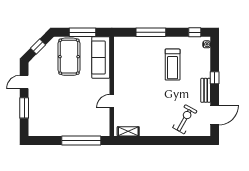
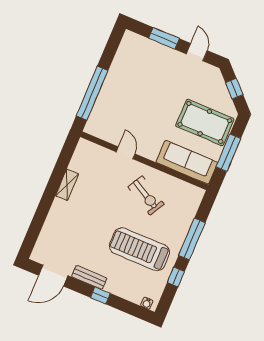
window: (195, 32) -> (176, 277), moved
treadmill: (173, 65) -> (139, 249), width x1.37, depth x1.38
door: (215, 115) -> (53, 276), hinge flipped
exercise bike: (185, 119) -> (146, 195), moved
shelving: (128, 131) -> (67, 185), moved

